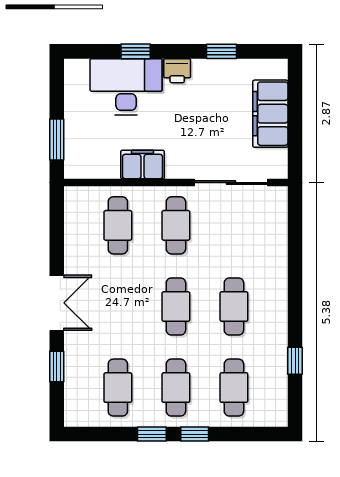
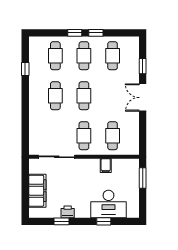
printer: (177, 71) -> (68, 212), moved
filing cabinet: (143, 165) -> (106, 166), width x0.50

